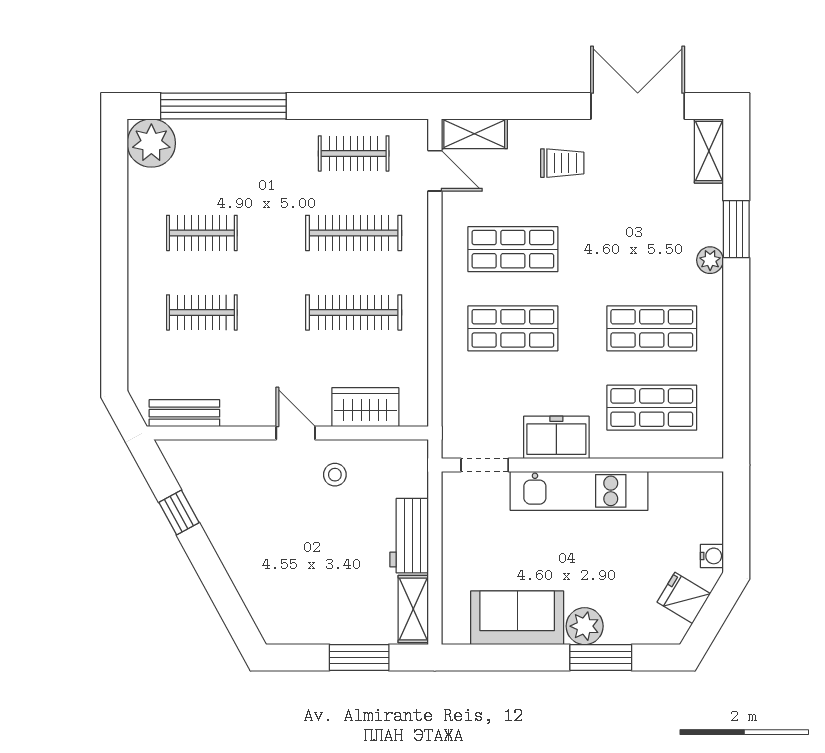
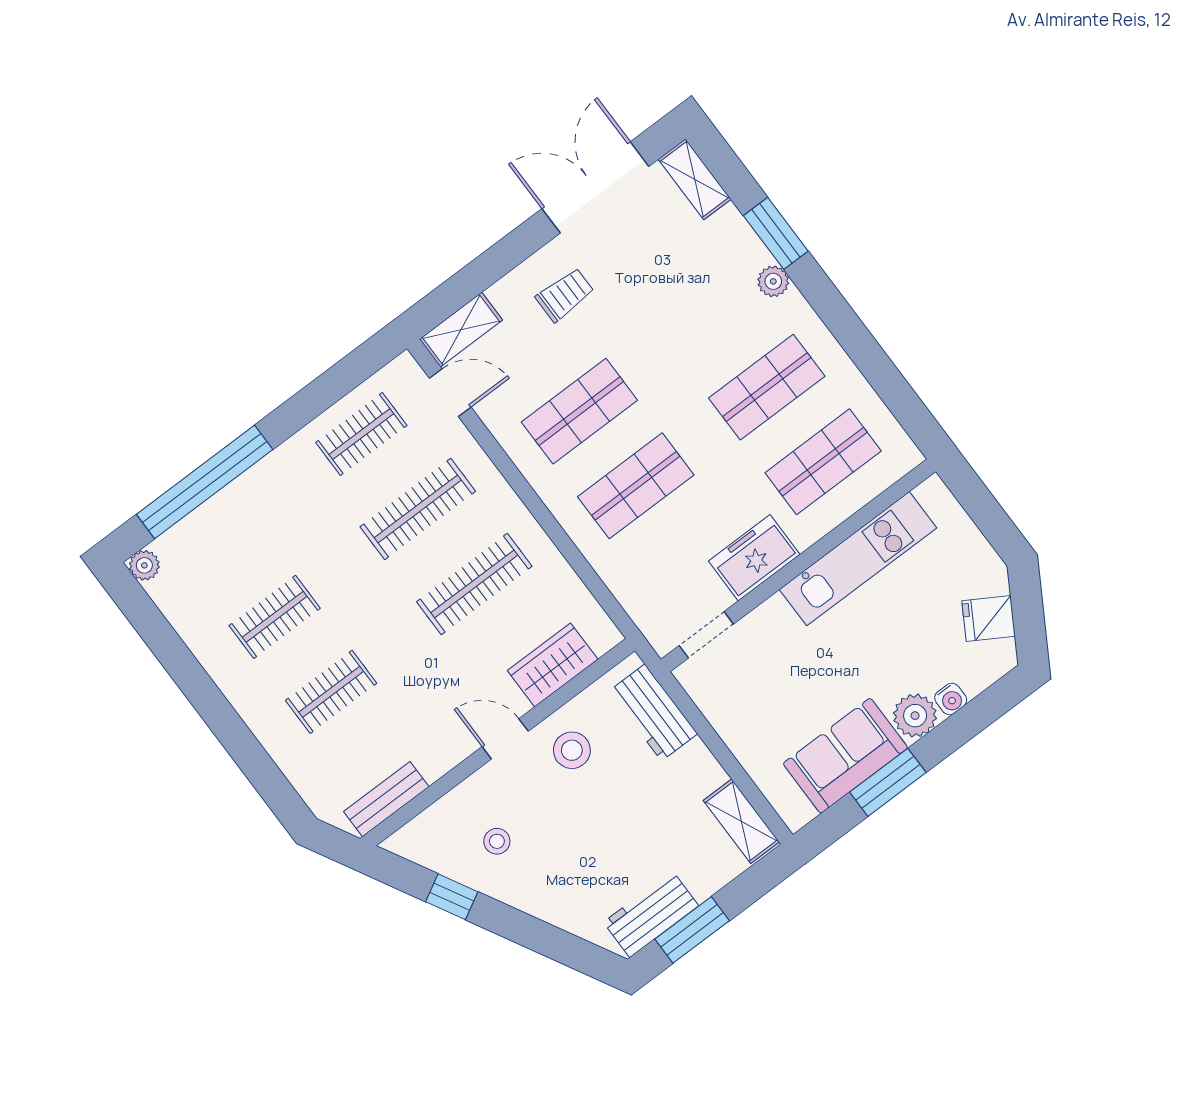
plant: (151, 143) -> (144, 565), width x0.53, depth x0.53
stool: (335, 475) -> (572, 750), width x1.37, depth x1.37
kitchen unit: (579, 491) -> (858, 559), moved
stool: (238, 498) -> (497, 841), added
workbench: (409, 536) -> (653, 712), moved
water cooler: (712, 556) -> (951, 699), moved, turned 90
workbench: (305, 626) -> (651, 914), added
window: (359, 657) -> (692, 930), moved
window: (601, 657) -> (888, 782), moved

